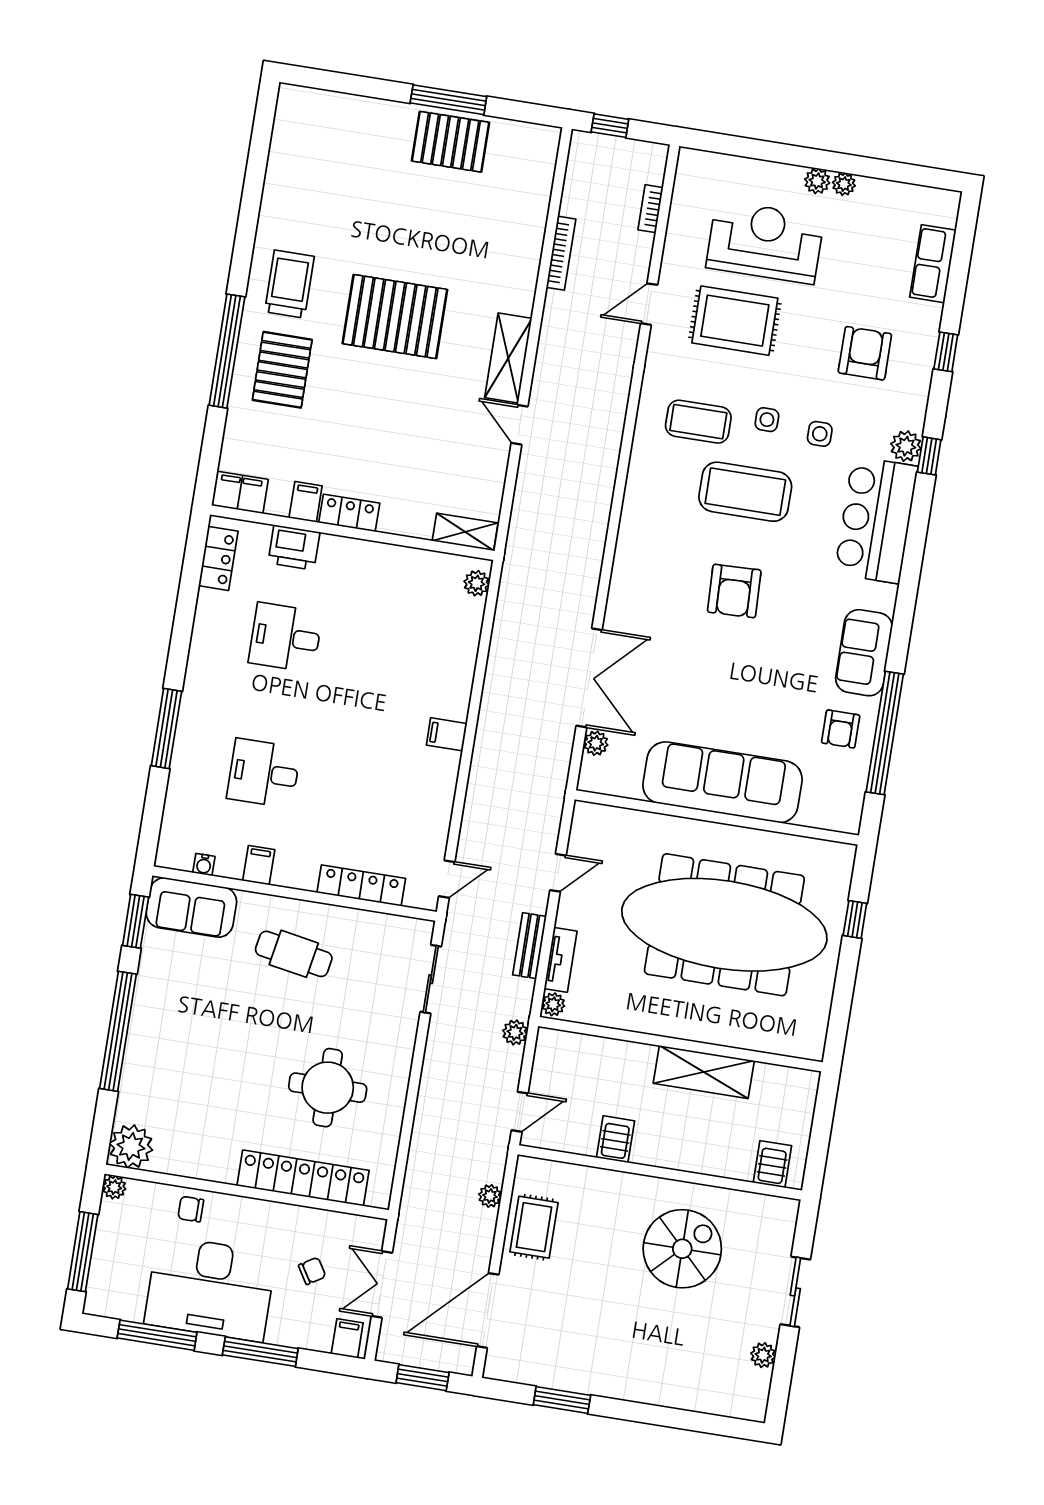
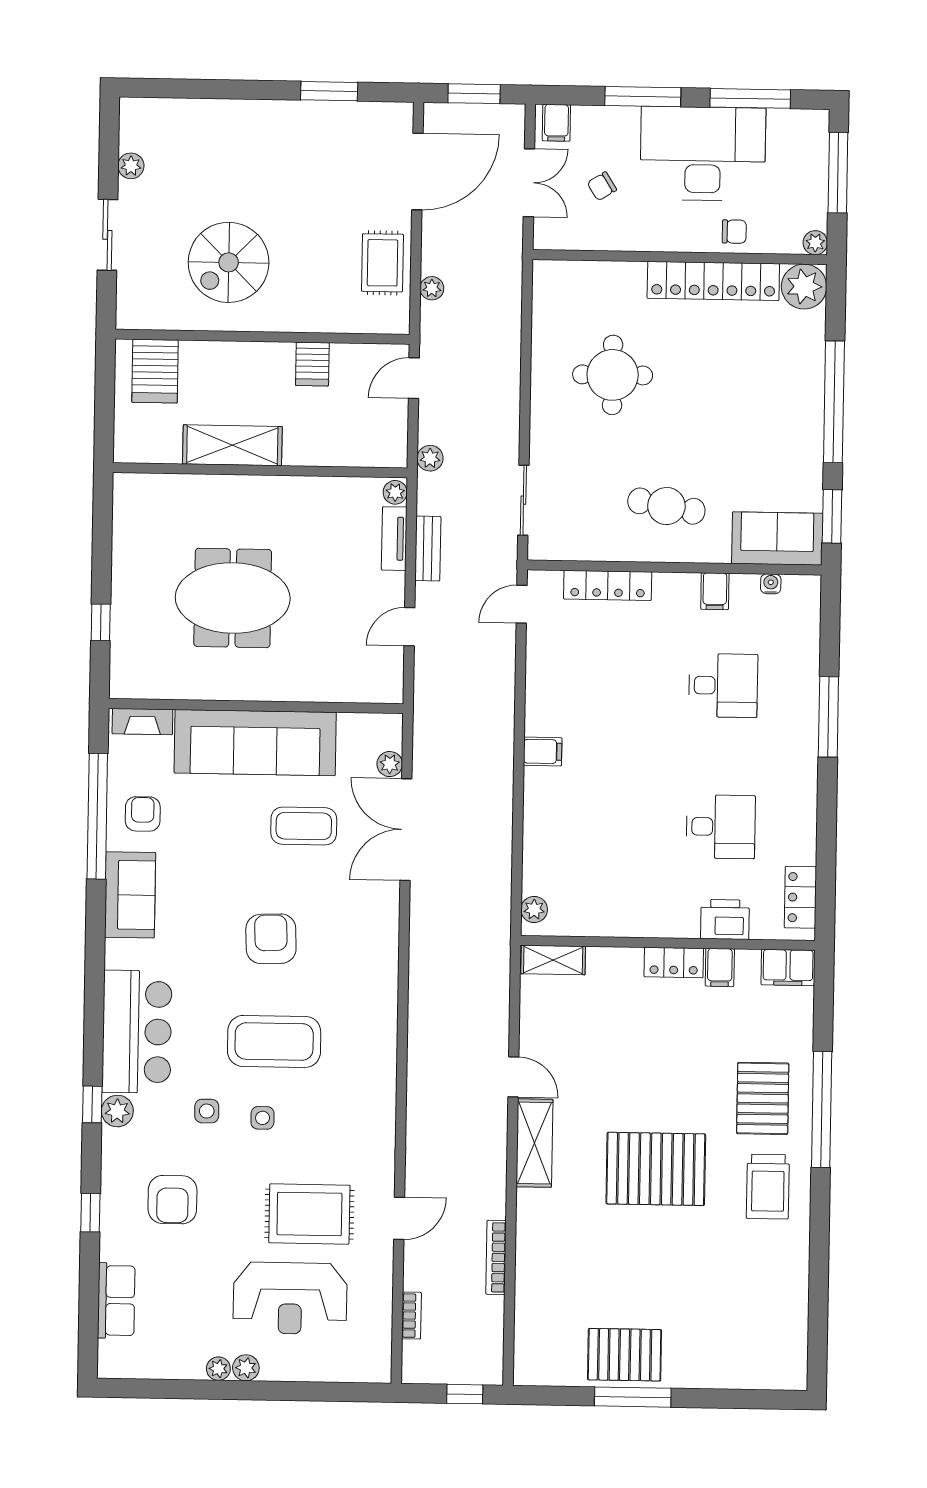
coffee table: (698, 422) -> (304, 826), moved
fireplace: (828, 818) -> (142, 722), added
meeting table: (724, 925) -> (233, 598), width x0.54, depth x0.79
server rack: (772, 1164) -> (155, 371), width x1.36, depth x1.44
locker: (303, 1178) -> (713, 281), moved

